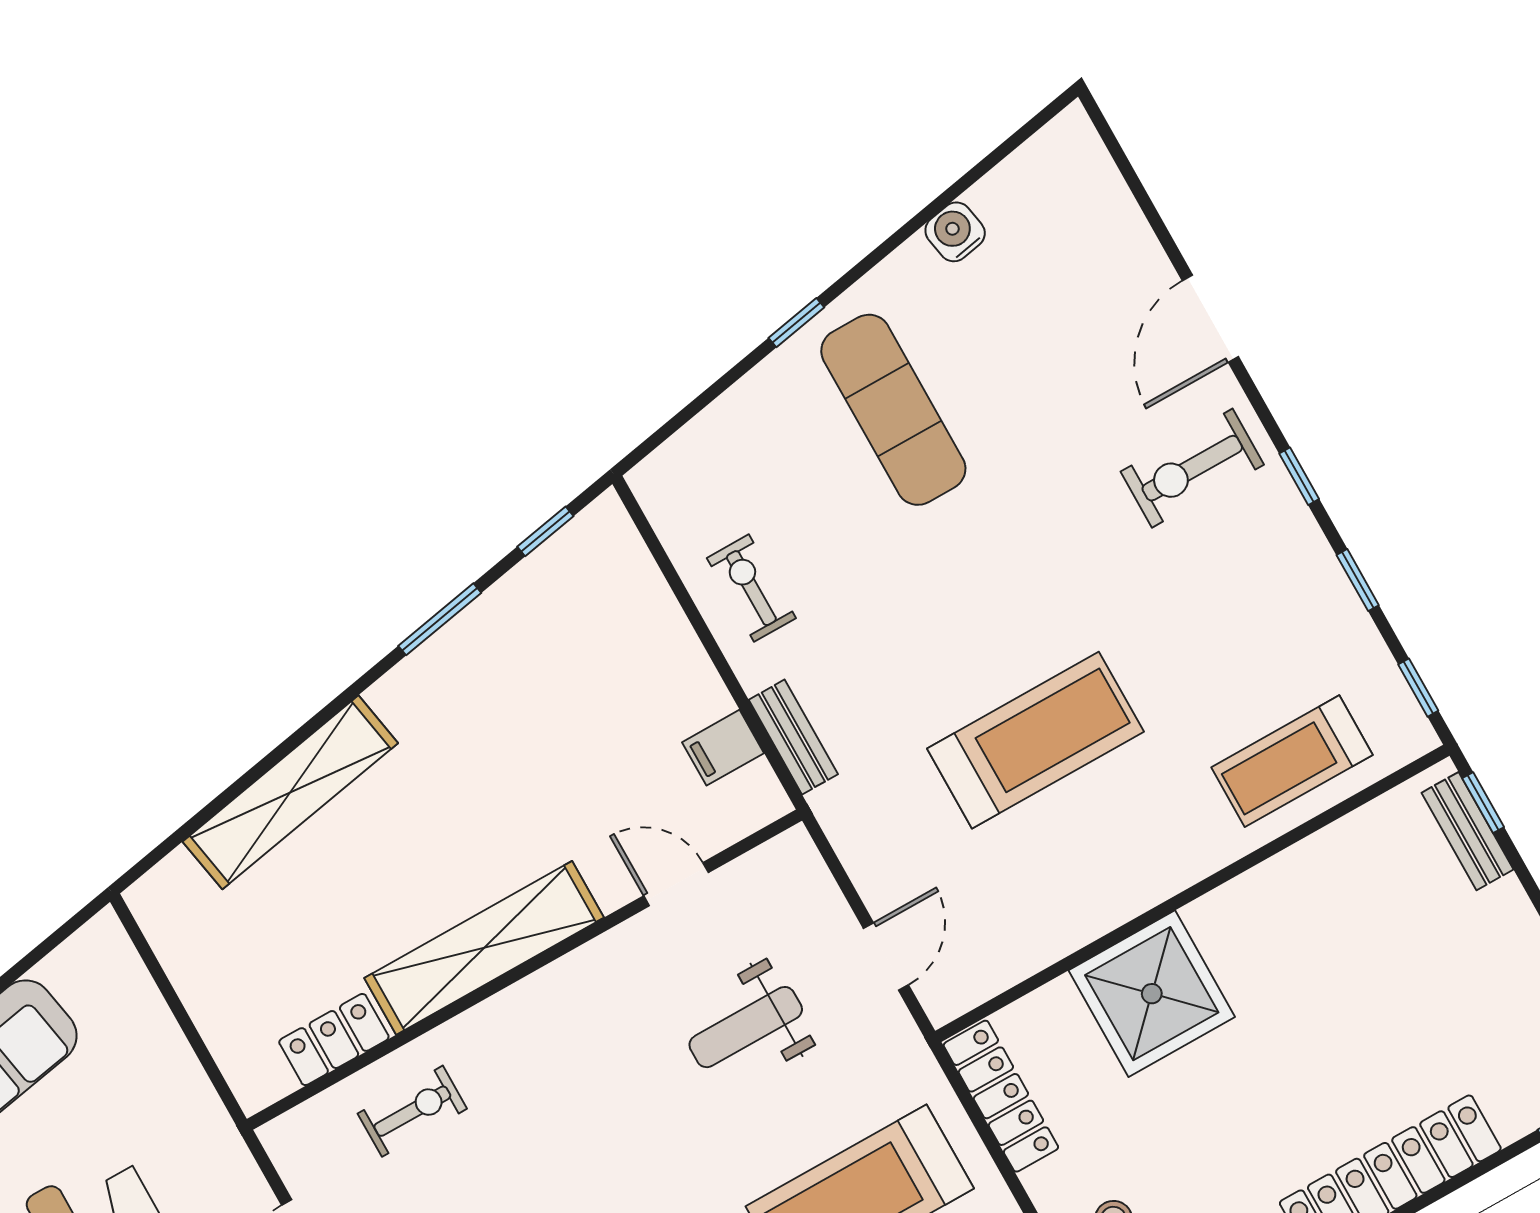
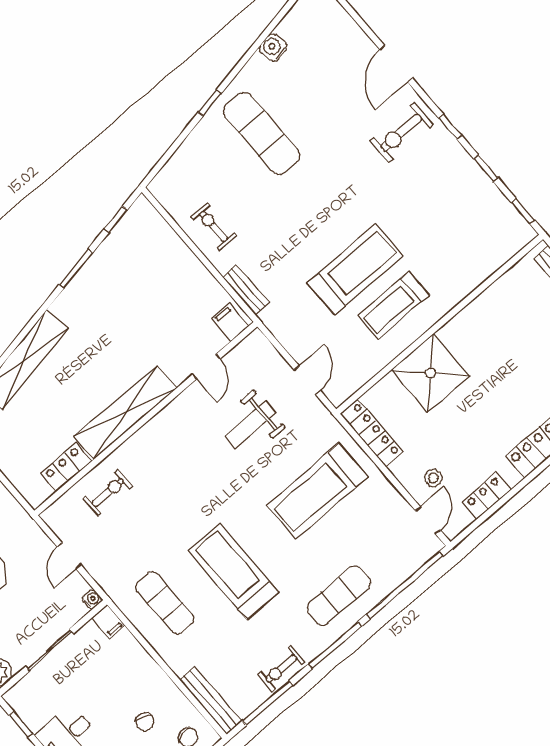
filing cabinet: (723, 748) -> (230, 322), moved, turned 90
treadmill: (1292, 761) -> (394, 305), moved
door: (676, 884) -> (206, 366), swing flipped

